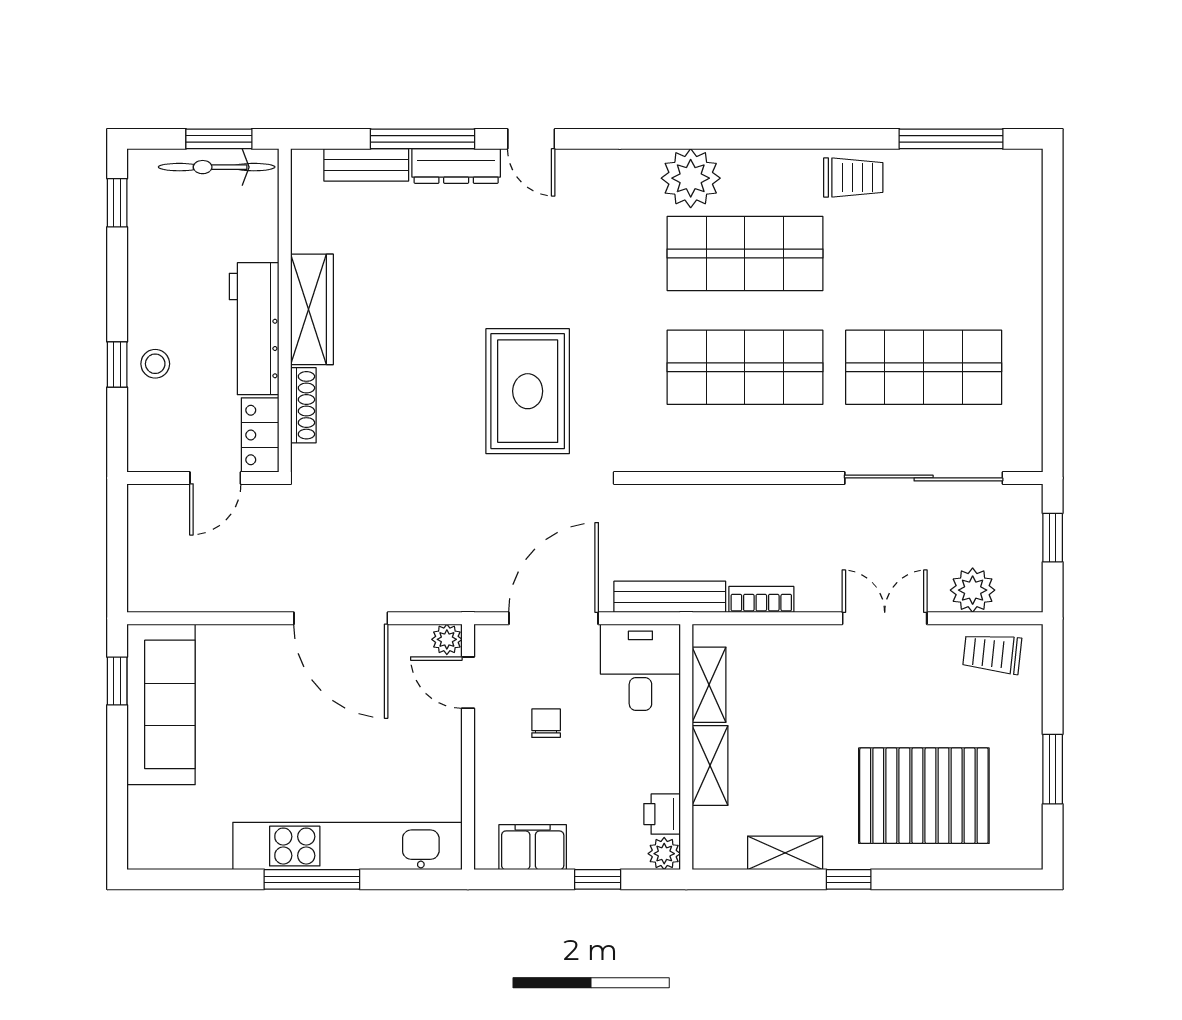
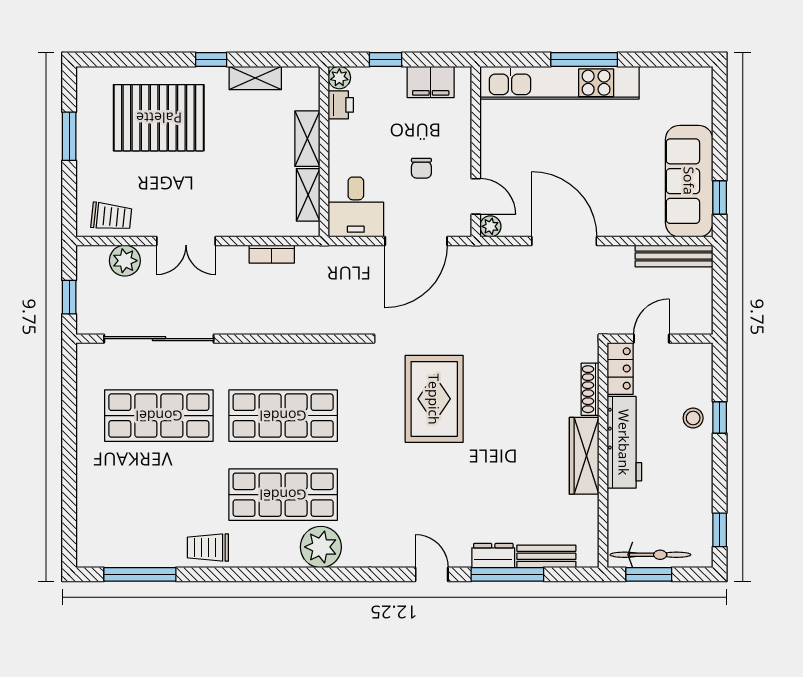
dresser: (456, 166) -> (493, 555), width x0.70
bench: (670, 597) -> (674, 256), moved

